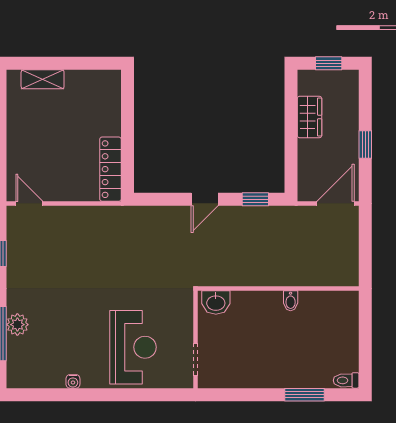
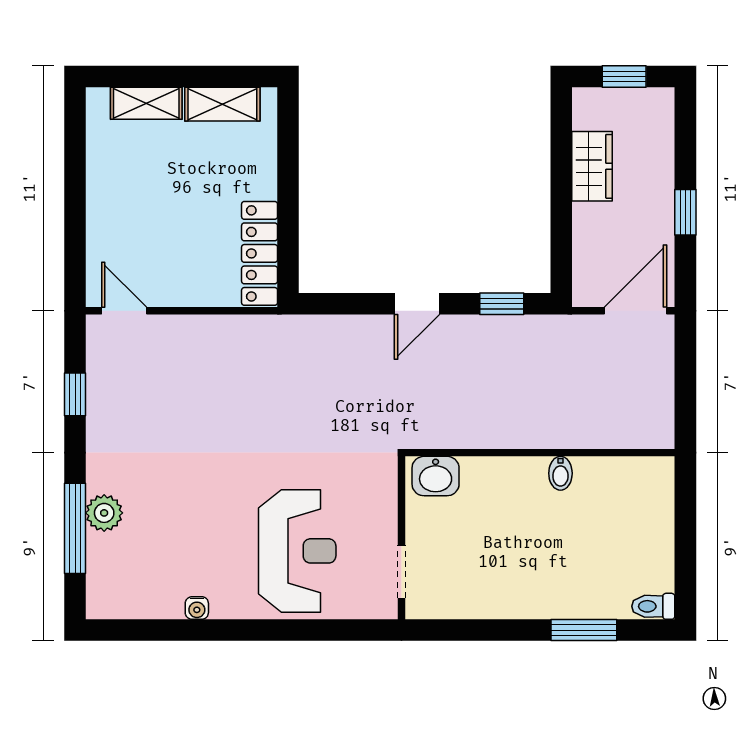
shelving: (88, 80) -> (222, 104), added

